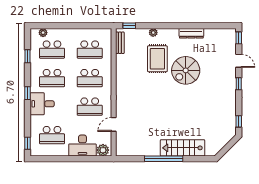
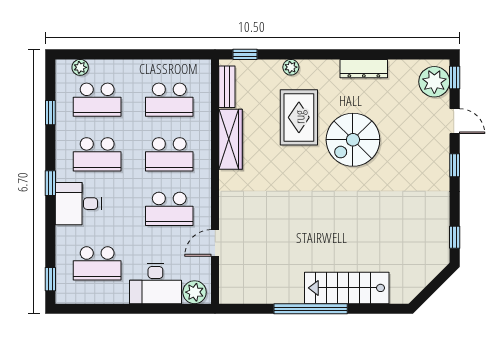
plant: (228, 40) -> (434, 82), added
wardrobe: (122, 70) -> (231, 139), added

